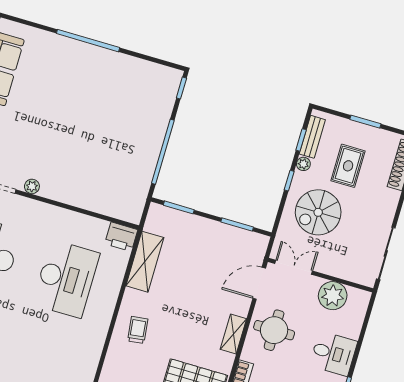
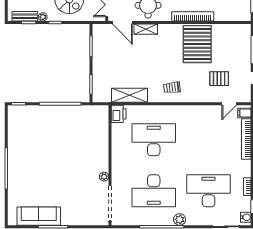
shelving: (233, 334) -> (146, 29), moved

